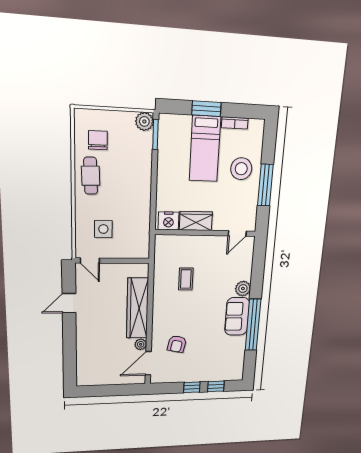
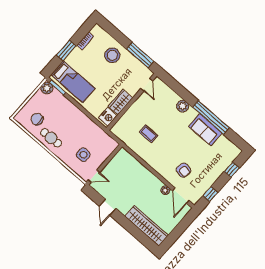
bed: (205, 149) -> (73, 82), moved
window: (265, 185) -> (140, 55), moved
wardrobe: (138, 308) -> (146, 226), moved, turned 180
sofa: (237, 316) -> (205, 130), moved
window: (192, 387) -> (210, 194), moved

